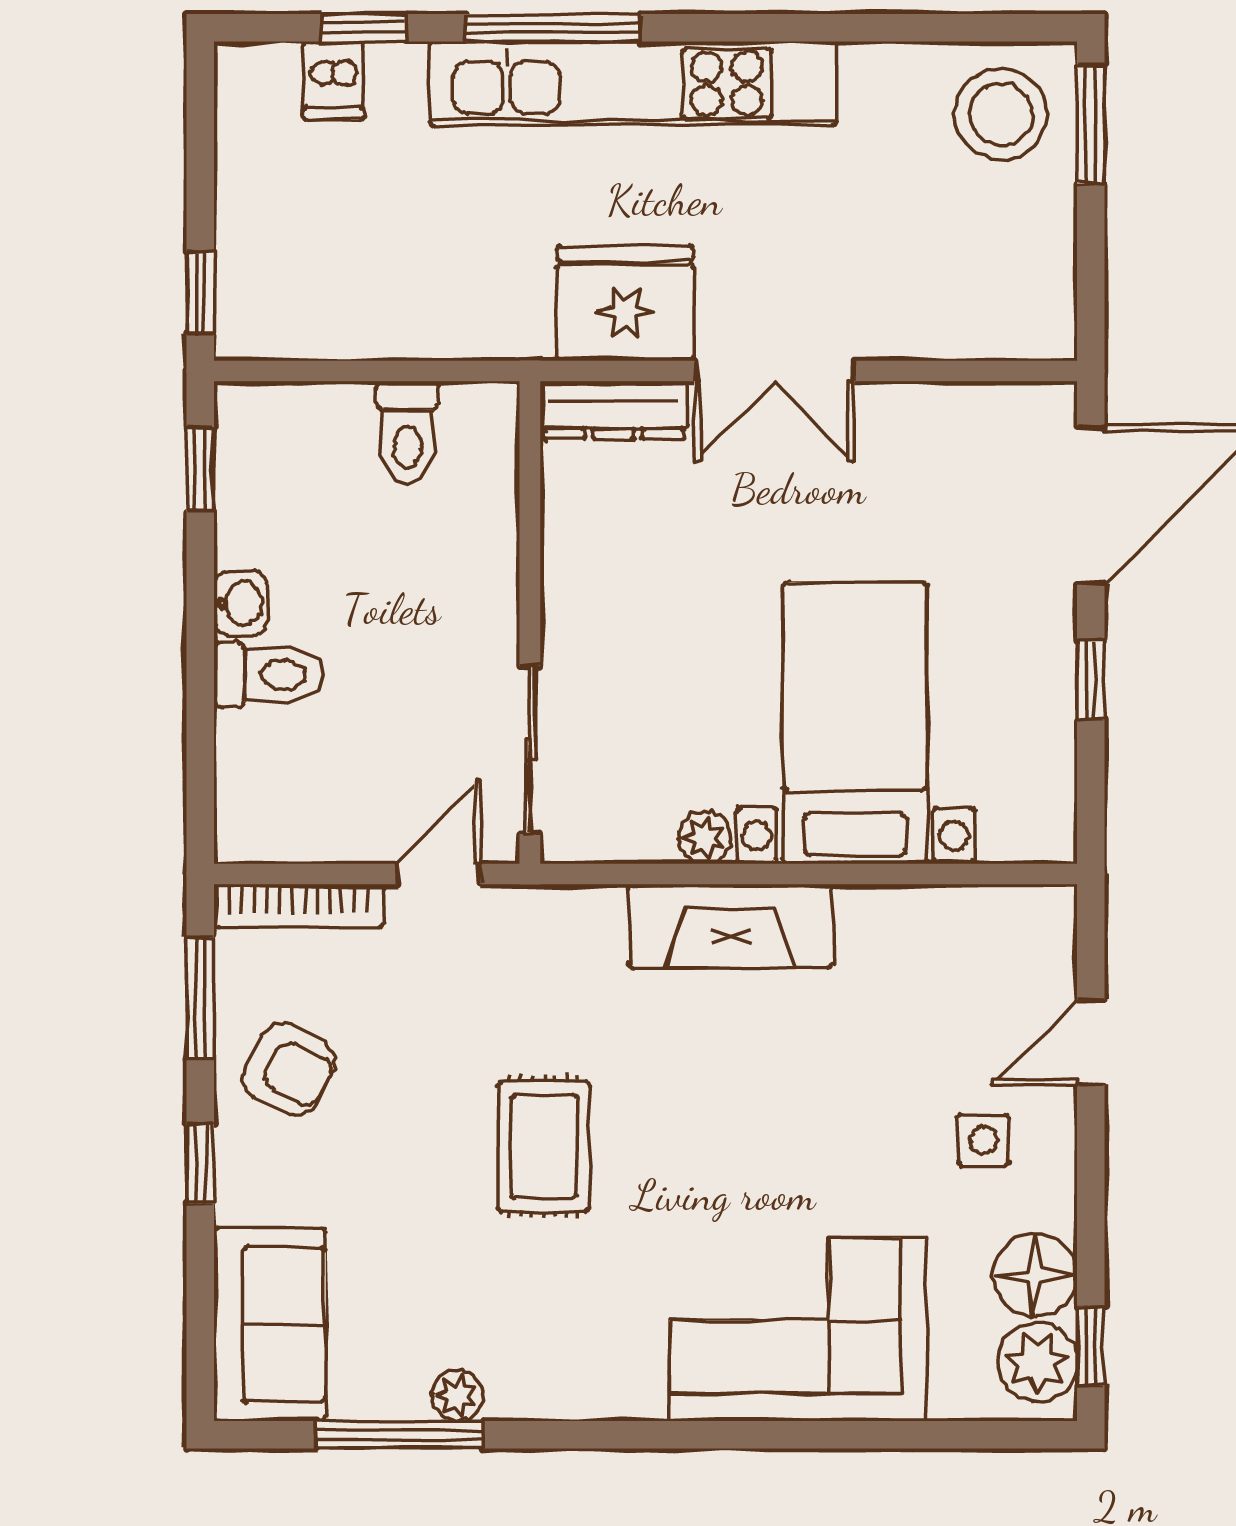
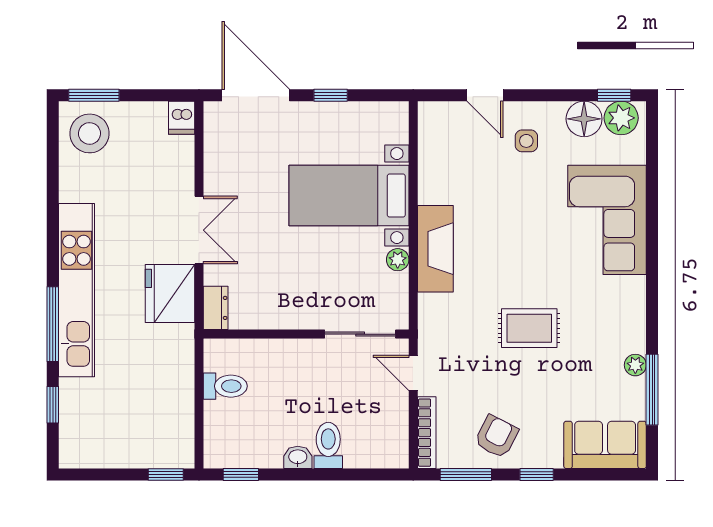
dishwasher: (333, 81) -> (182, 118), moved, turned 90
dresser: (614, 410) -> (216, 308), width x0.70

